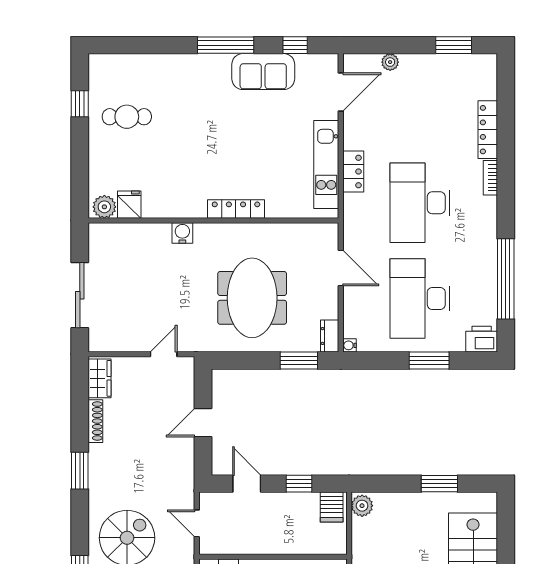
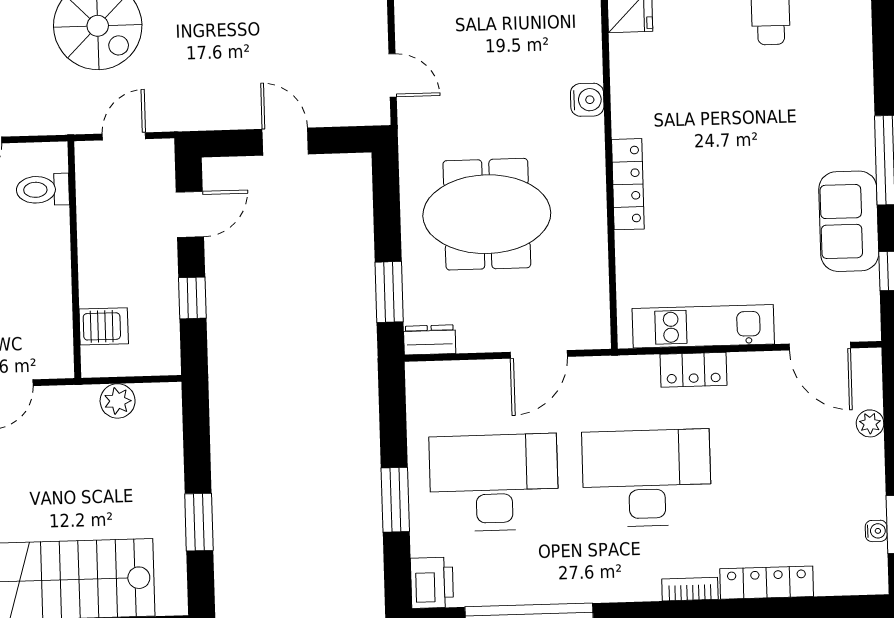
water cooler: (350, 345) -> (876, 531), moved, turned 90
plant: (362, 506) -> (118, 401), moved
server rack: (332, 507) -> (104, 326), moved, turned 180

